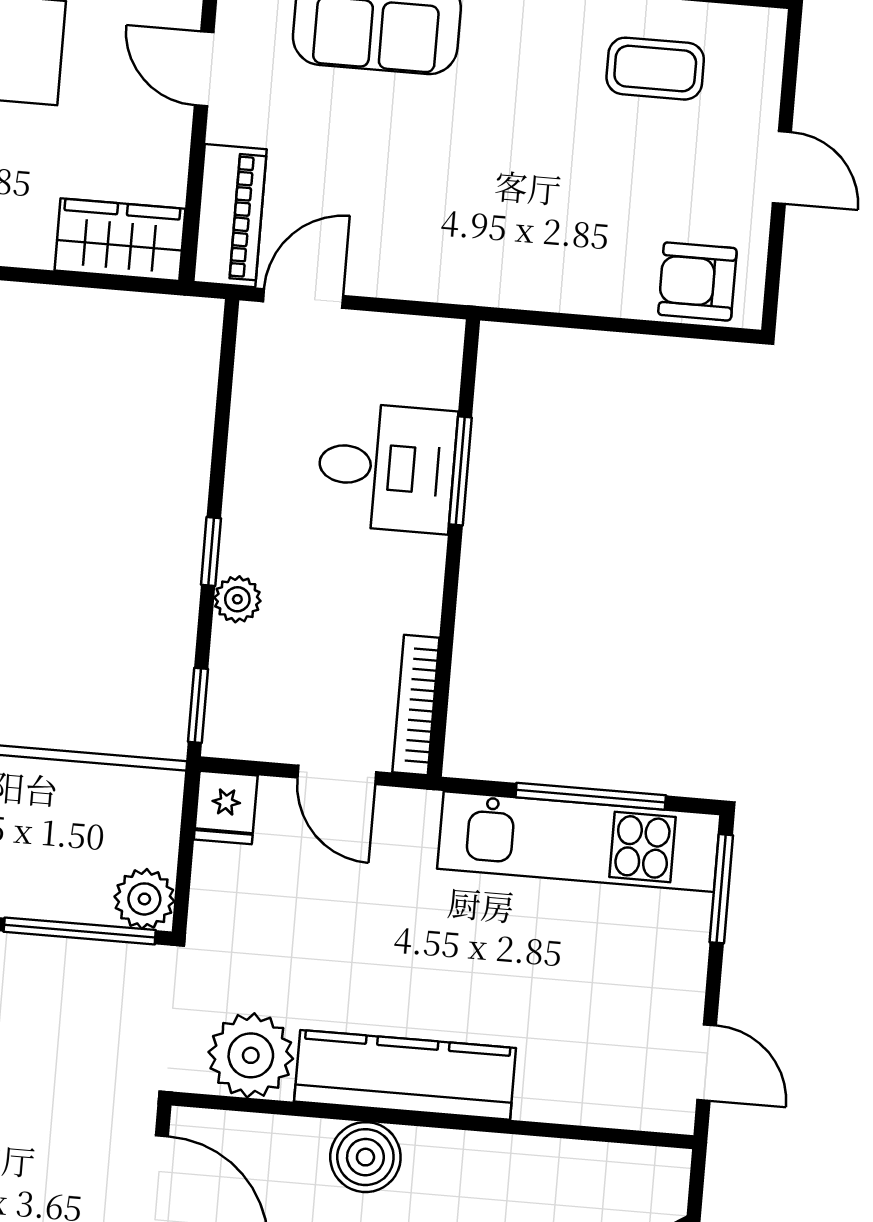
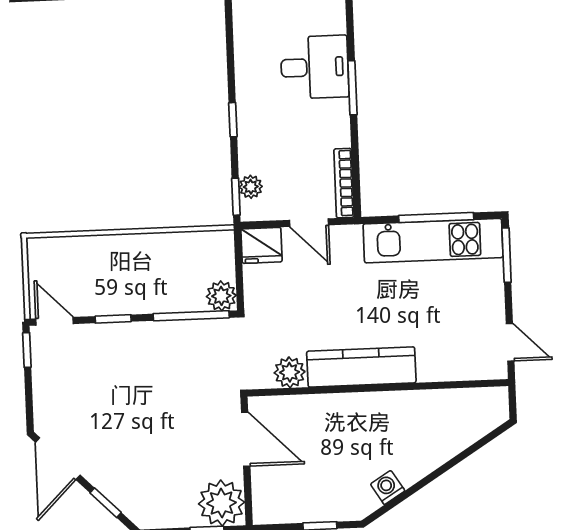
window: (460, 471) -> (352, 88), moved
plant: (237, 599) -> (251, 187), moved
fridge: (226, 807) -> (262, 245), width x1.38
plant: (251, 1055) -> (290, 372), width x0.73, depth x0.73
boiler: (365, 1157) -> (347, 410), removed

